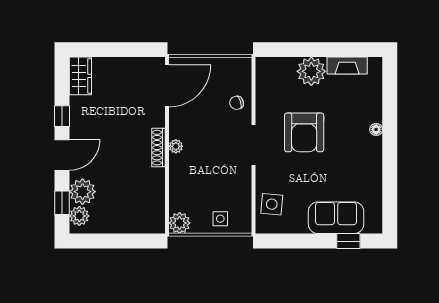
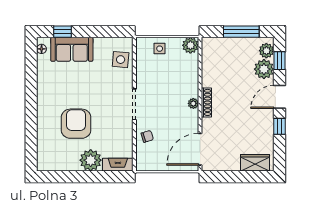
fireplace: (347, 66) -> (118, 165), moved
wardrobe: (80, 76) -> (255, 163), moved, turned 90
floor lamp: (376, 129) -> (42, 49), moved
armchair: (304, 132) -> (76, 124), moved
window: (113, 241) -> (241, 32), added

